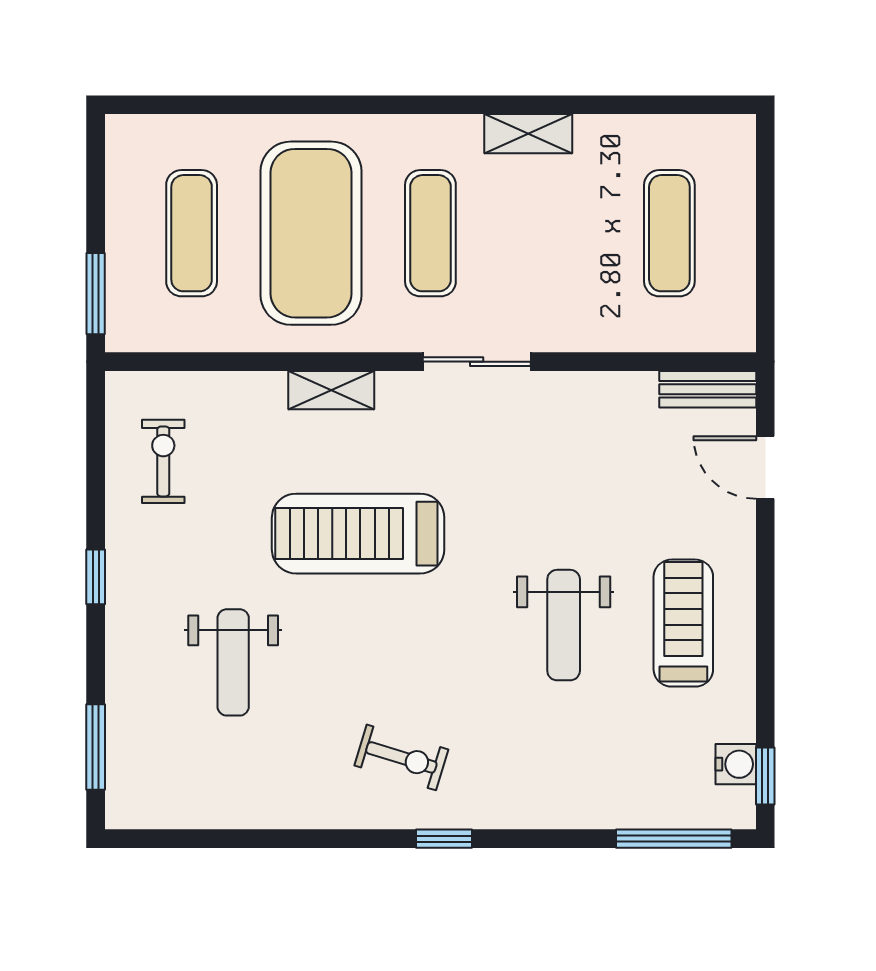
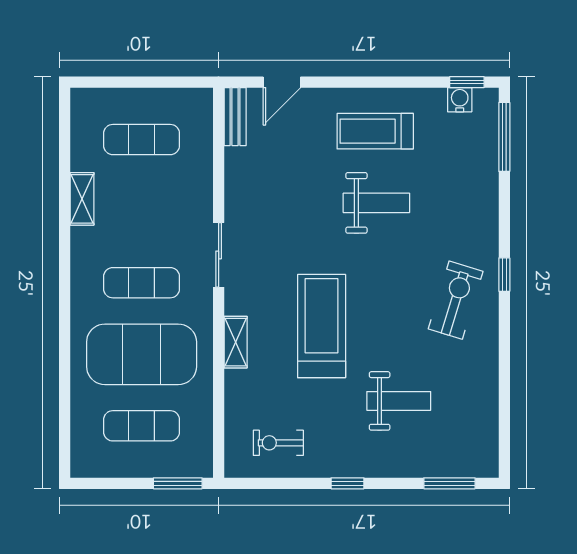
shelving: (528, 134) -> (82, 199), moved
treadmill: (358, 534) -> (322, 326), turned 180
exercise bike: (401, 757) -> (456, 300), width x1.38, depth x1.39

